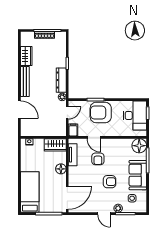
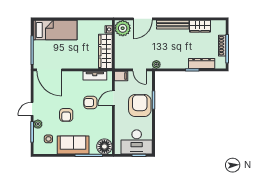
dresser: (61, 80) -> (202, 63), moved
plant: (28, 129) -> (123, 28), added
wardrobe: (55, 145) -> (105, 51), width x1.50
floor lamp: (61, 169) -> (80, 63), removed

